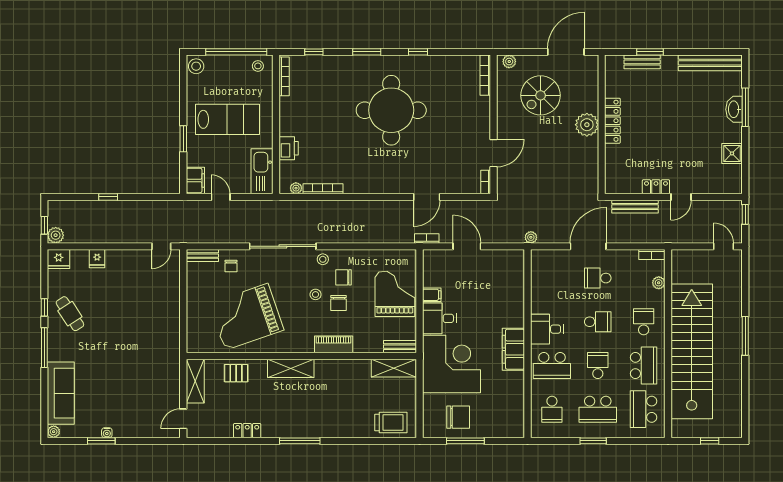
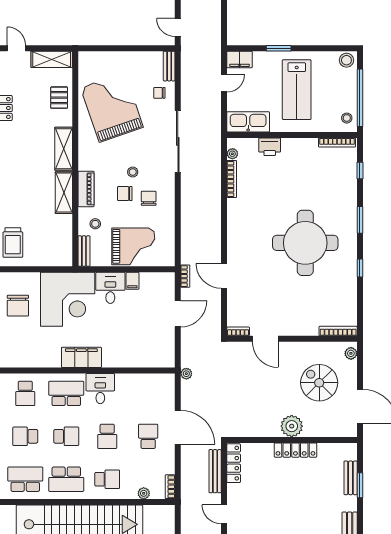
locker: (656, 187) -> (234, 463), moved, width x1.53
stool: (323, 259) -> (95, 224), moved
school desk: (552, 365) -> (66, 393), turned 90
shelving: (394, 368) -> (64, 193), moved
school desk: (552, 409) -> (25, 393), turned -90
school desk: (598, 409) -> (25, 436), width x0.54

